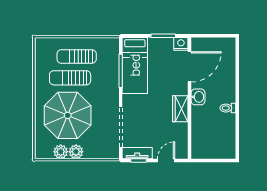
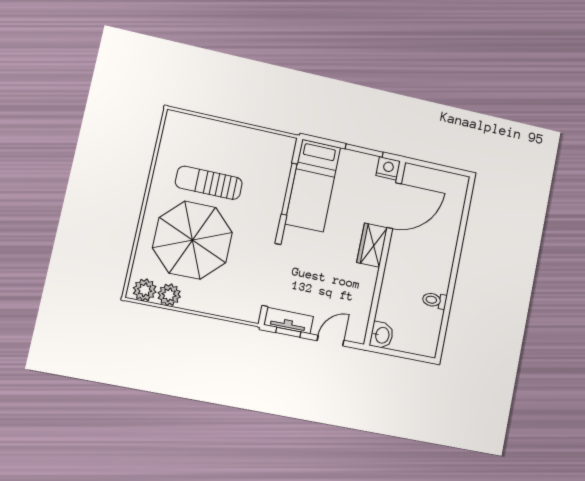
sun lounger: (77, 56) -> (226, 152), removed
washbasin: (198, 97) -> (382, 335), moved
toilet: (228, 108) -> (435, 300), moved
wardrobe: (180, 109) -> (372, 245), moved
plant: (76, 152) -> (145, 290), moved

